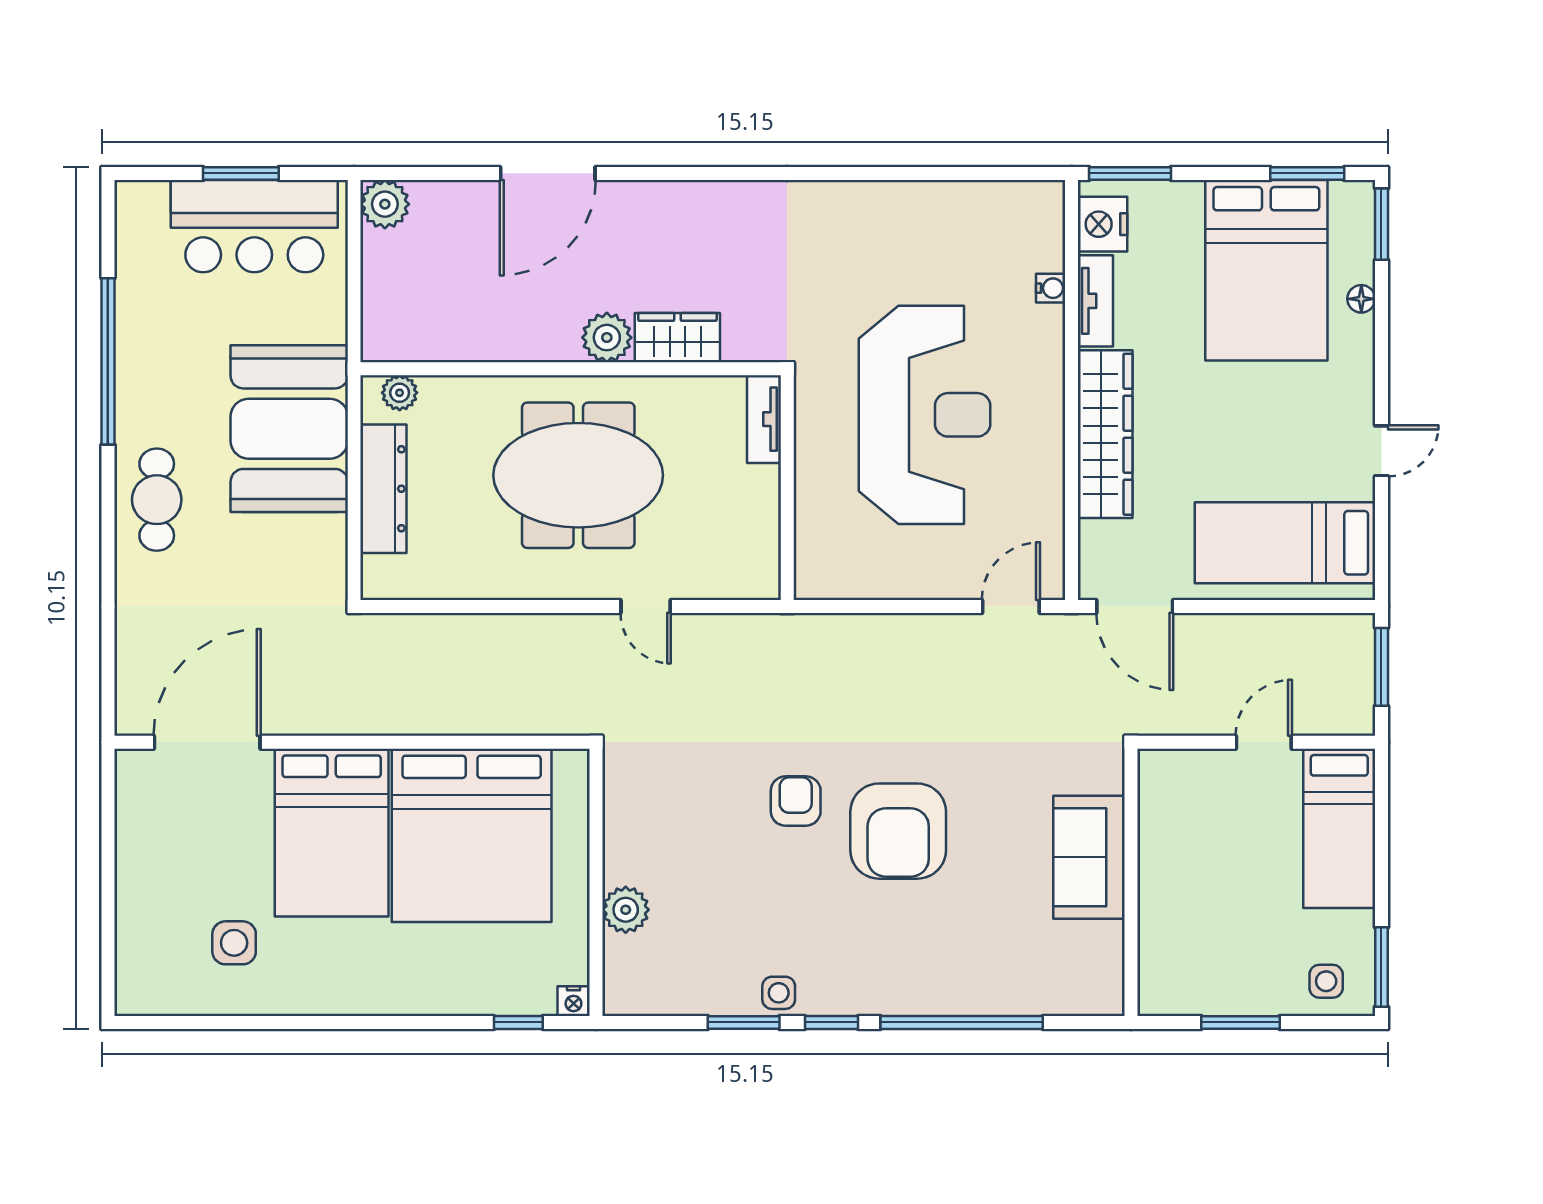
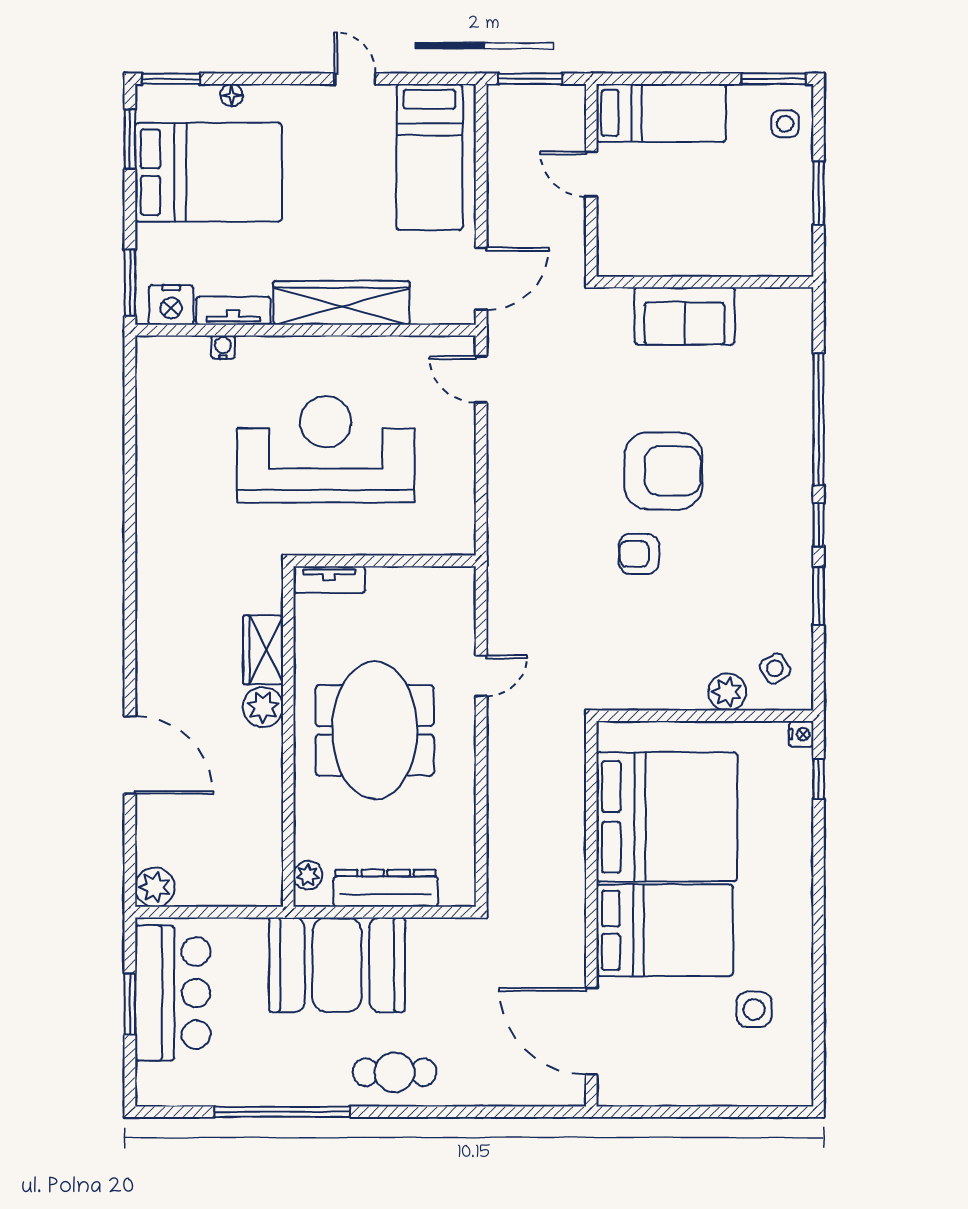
side table: (779, 993) -> (775, 669), moved, turned -32

